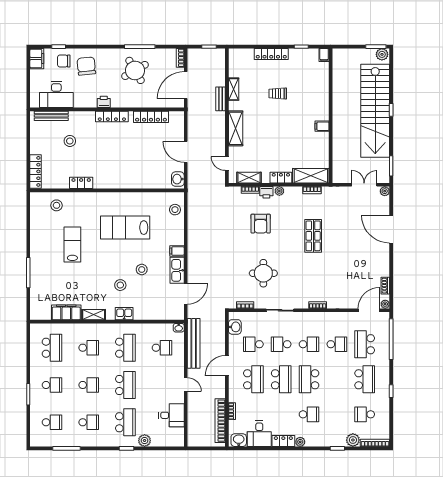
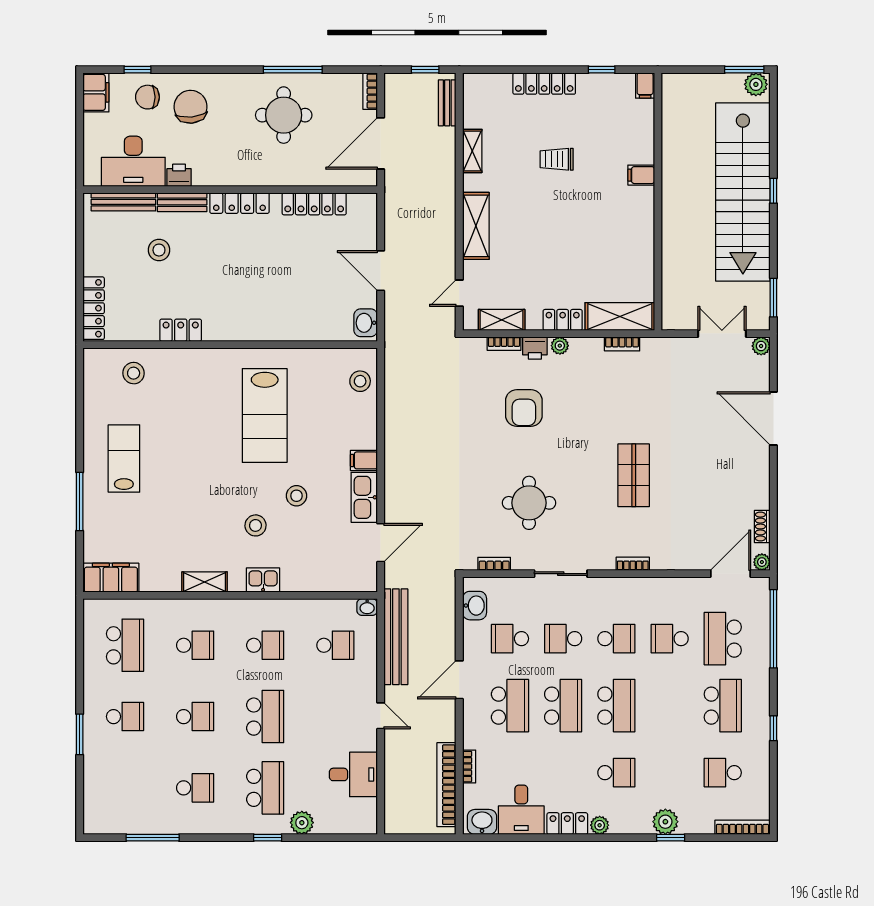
round table: (135, 70) -> (284, 115), turned 30
bench: (221, 99) -> (447, 103), moved
printer: (104, 102) -> (179, 175), moved
bench: (82, 116) -> (182, 202), added
filing cabinet: (322, 126) -> (641, 175), moved
door: (227, 164) -> (459, 293), hinge flipped
lab bench: (125, 228) -> (265, 415), turned -90
shop shelf: (313, 236) -> (634, 475), moved
lab bench: (72, 245) -> (124, 458), moved
filing cabinet: (66, 312) -> (111, 578), moved
school desk: (337, 344) -> (670, 639), turned 180
school desk: (125, 348) -> (265, 645), width x0.54
school desk: (309, 379) -> (616, 706), turned 180
school desk: (52, 422) -> (125, 788), removed
plant: (353, 440) -> (665, 822), moved

